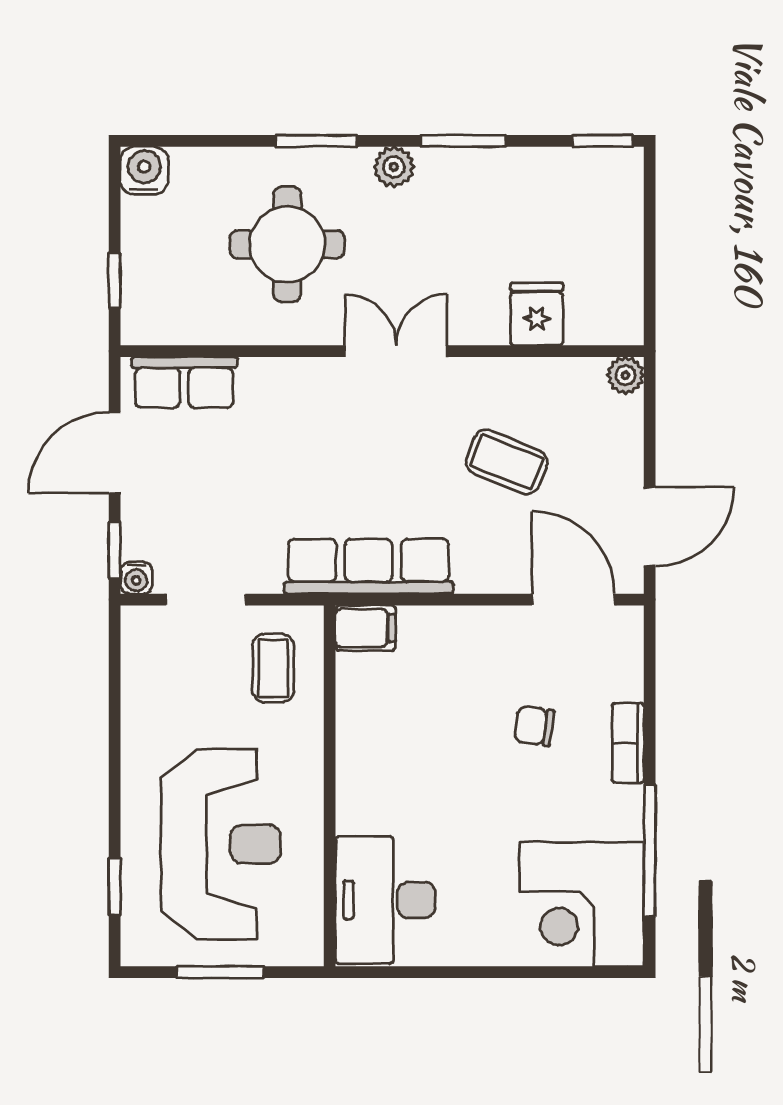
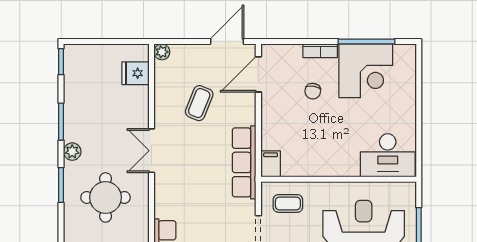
fridge: (537, 314) -> (135, 73), moved
door: (650, 527) -> (227, 41), hinge flipped
corner desk: (582, 904) -> (366, 71), moved

